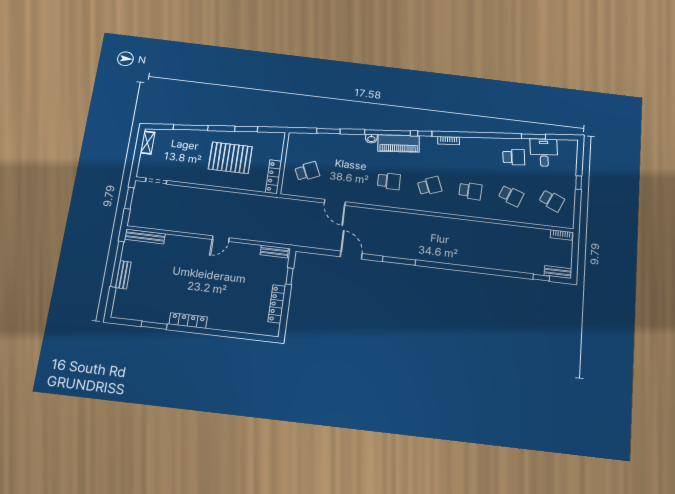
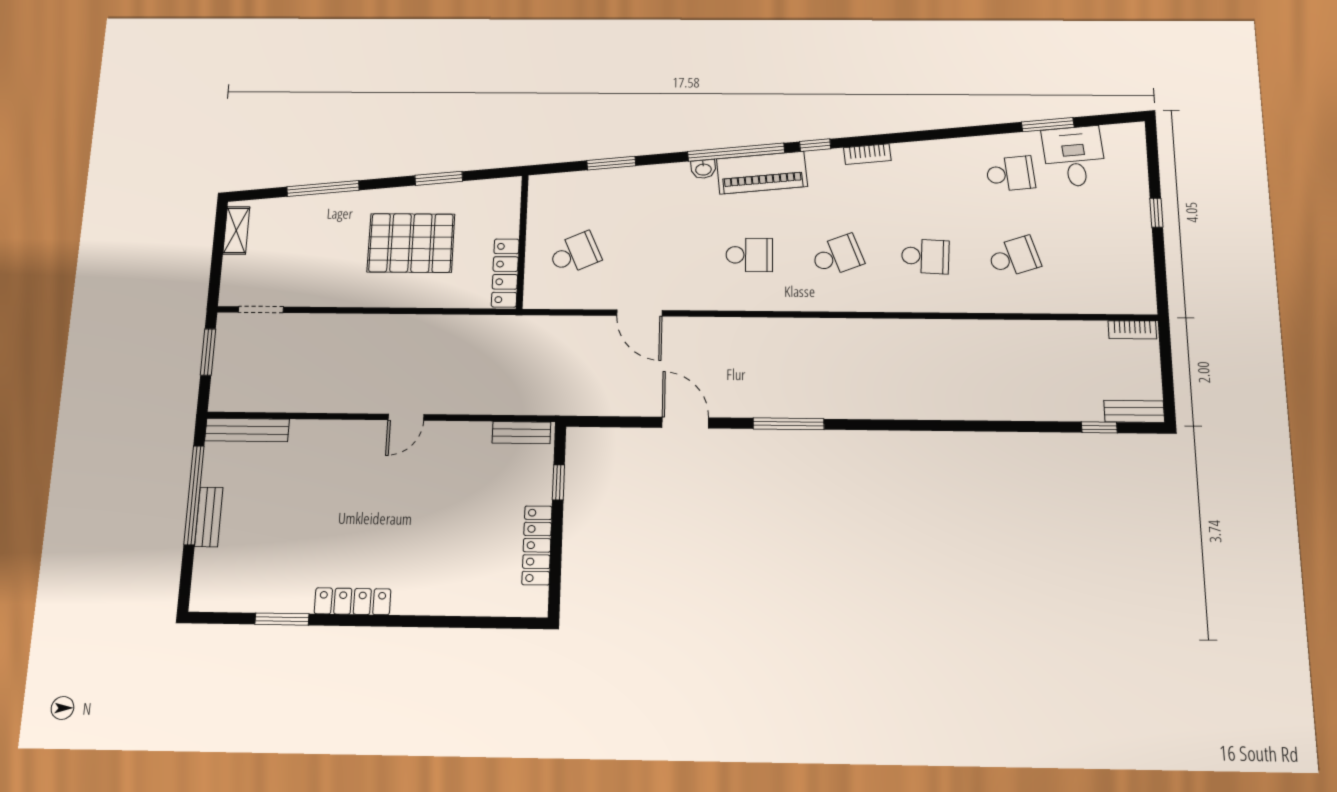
school desk: (511, 196) -> (1014, 257), turned -39
school desk: (552, 201) -> (1103, 258), removed

